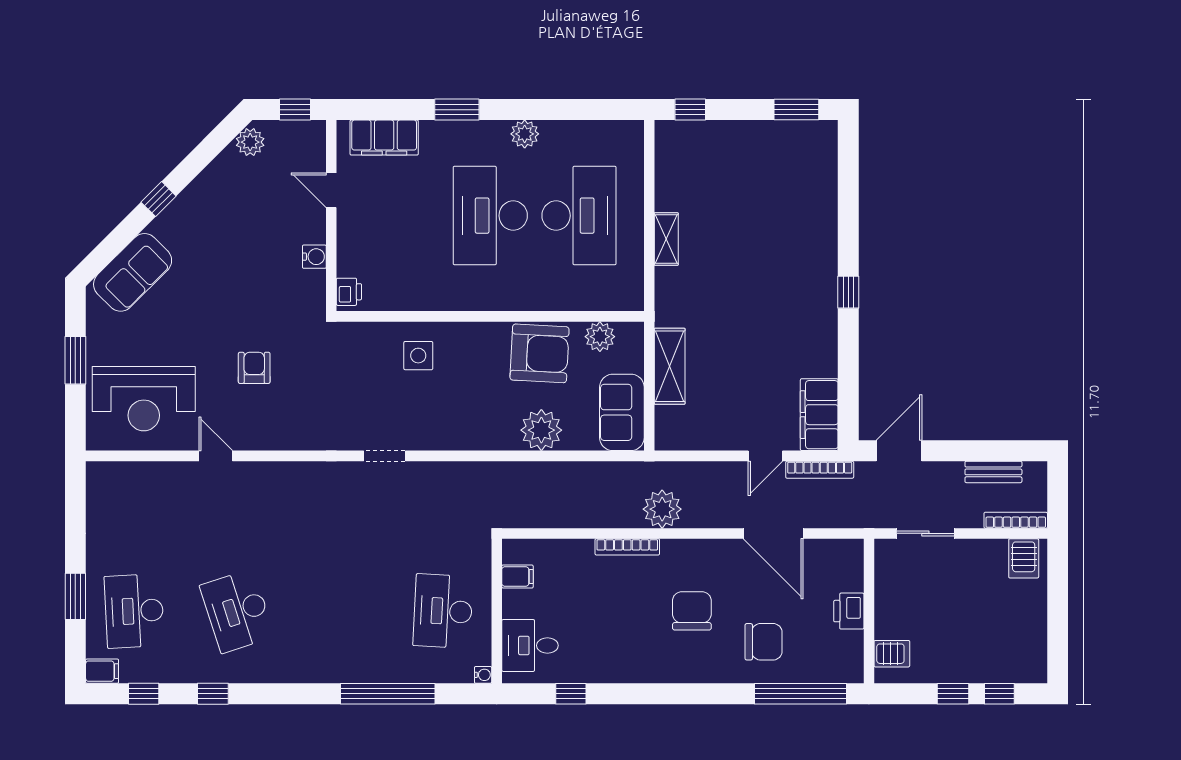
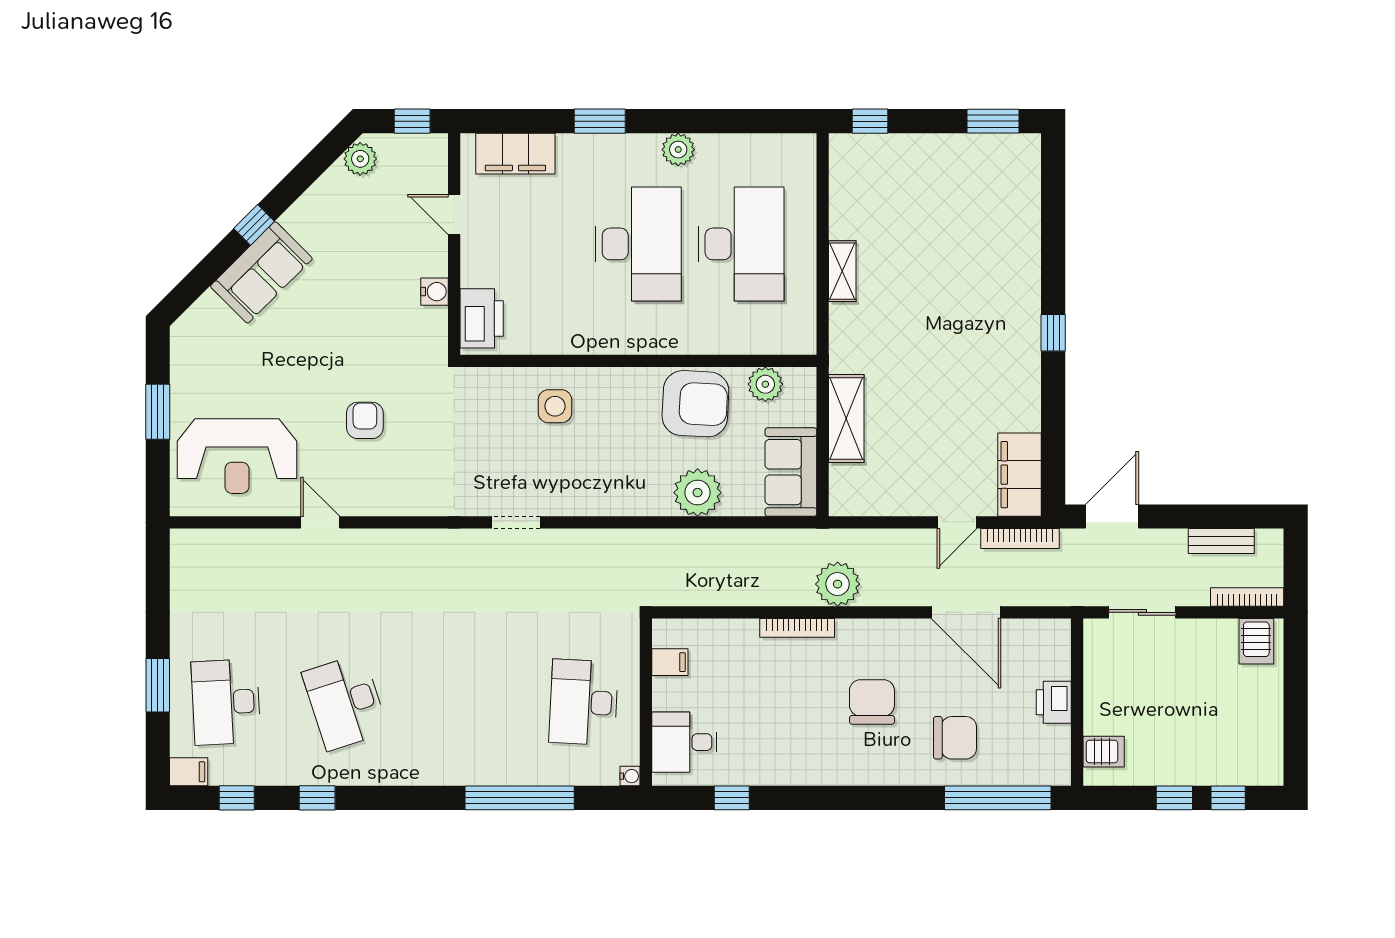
desk: (490, 216) -> (638, 244), turned 180
sofa: (133, 272) -> (261, 272), moved
printer: (349, 292) -> (482, 318), width x1.87, depth x1.48

